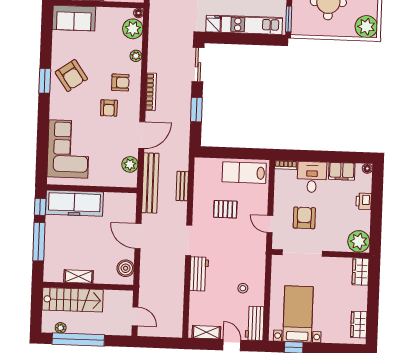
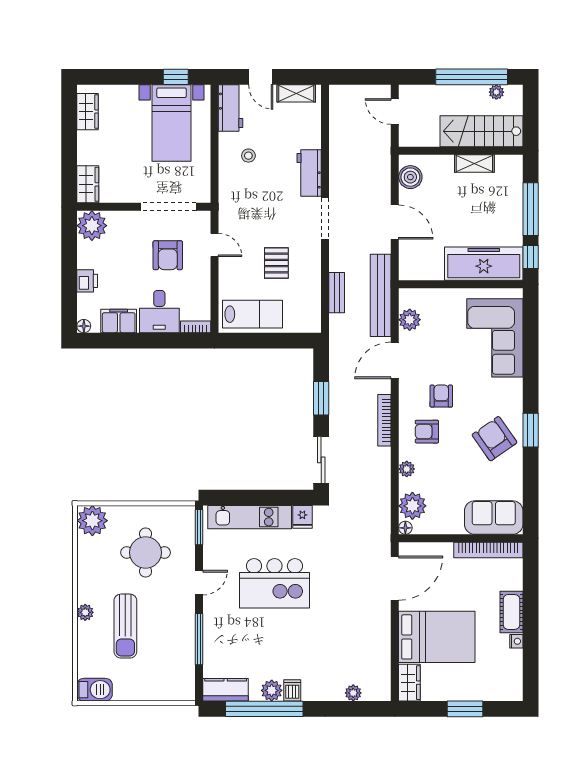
pallet: (225, 209) -> (276, 263), turned 90

